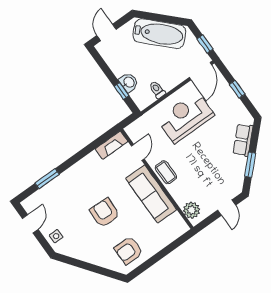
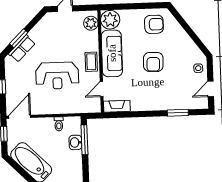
window: (121, 91) -> (84, 140), width x2.17
reception desk: (186, 117) -> (57, 76), moved
window: (250, 165) -> (19, 38), moved
plant: (175, 226) -> (110, 20), added

